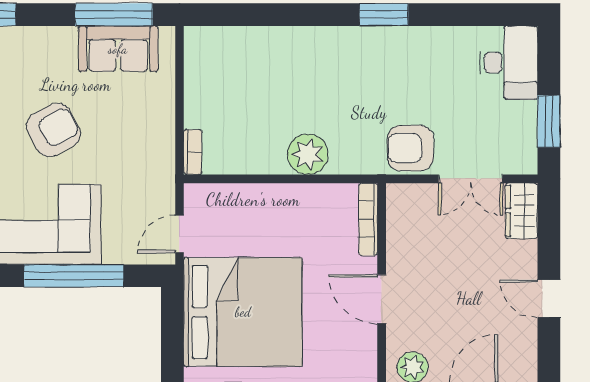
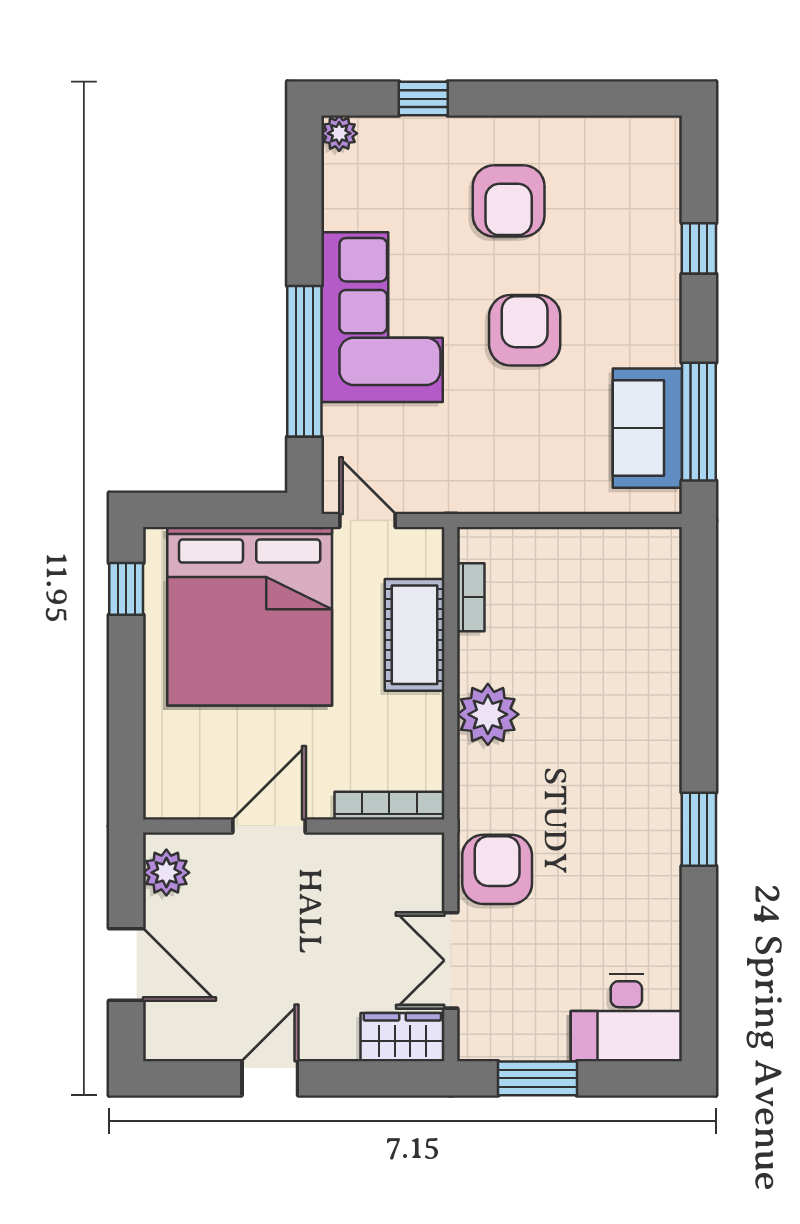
armchair: (53, 130) -> (525, 330), turned -152
bookcase: (193, 152) -> (471, 597), moved, turned -90
cot: (255, 203) -> (415, 635), added

